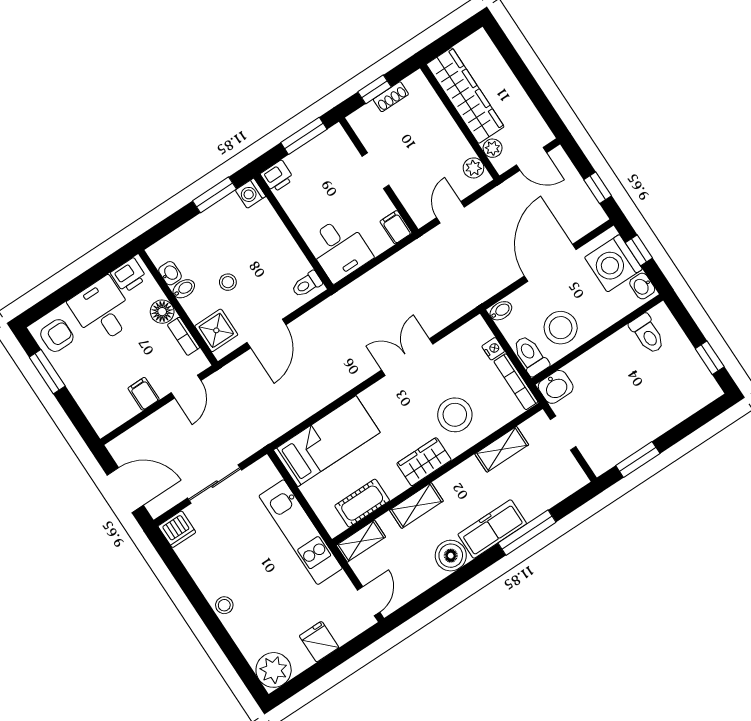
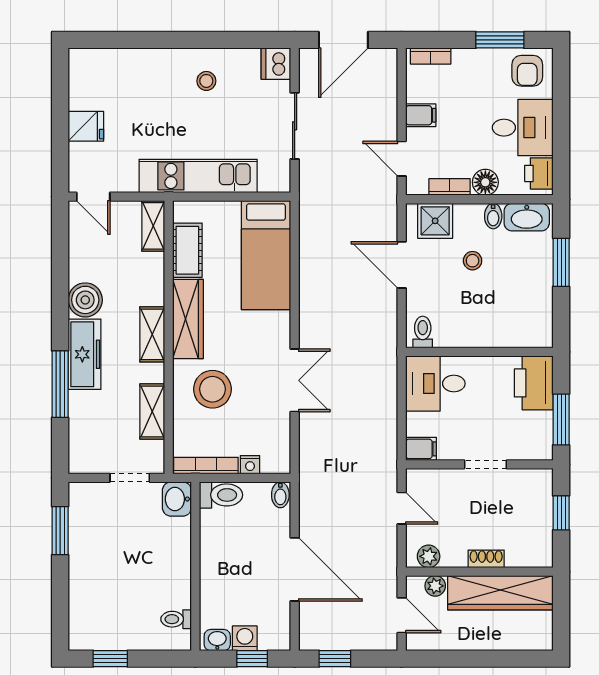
shoe rack: (391, 97) -> (486, 559), moved, turned 90
door: (531, 159) -> (402, 615), swing flipped
printer: (277, 176) -> (534, 383), width x1.87, depth x1.48
washing machine: (251, 193) -> (541, 336), removed
window: (214, 195) -> (561, 262), moved
washing machine: (613, 263) -> (245, 638), width x0.53, depth x0.53
washbasin: (170, 273) -> (527, 217), width x1.91, depth x1.45
stool: (561, 328) -> (229, 540), removed
toilet: (647, 334) -> (176, 619), width x0.73, depth x0.72
bookcase: (94, 416) -> (431, 56), added
wardrobe: (424, 462) -> (188, 319), width x1.50
shelving: (416, 505) -> (152, 334), moved
stool: (224, 605) -> (206, 81), moved
plant: (274, 670) -> (88, 67), removed

